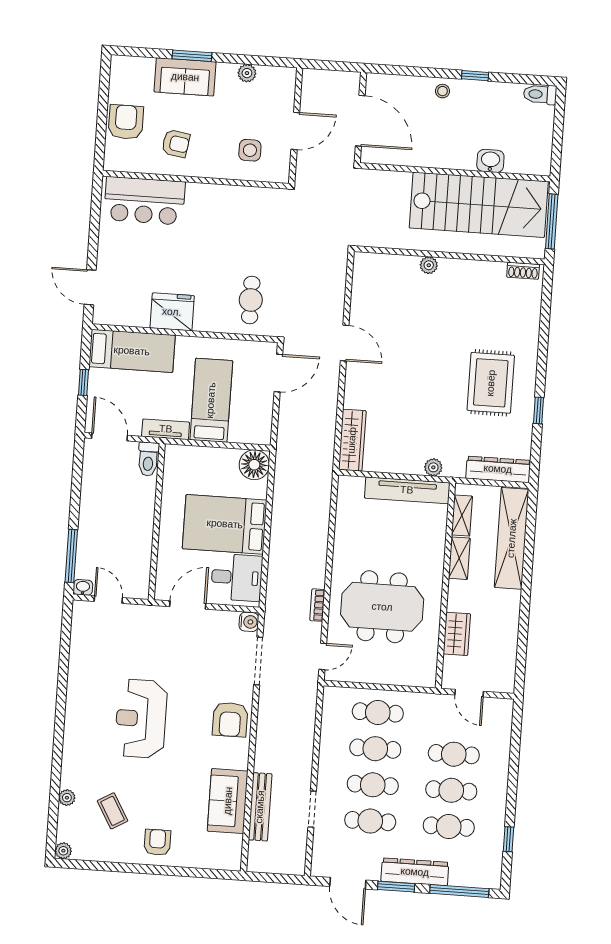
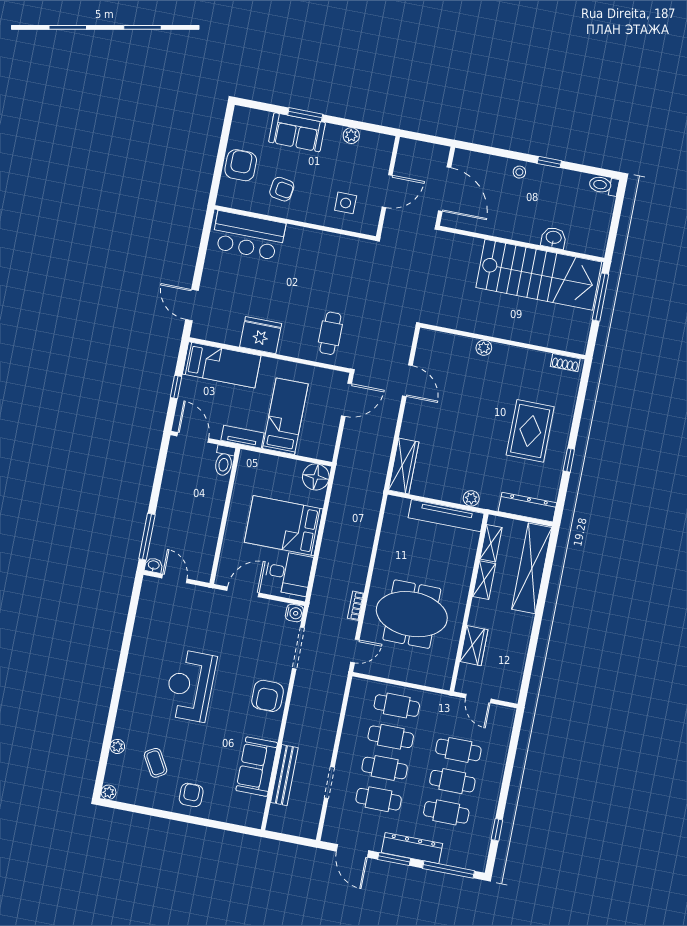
wall: (449, 255) -> (503, 341), moved
plant: (429, 265) -> (484, 348), moved
shoe rack: (523, 271) -> (565, 363), moved

